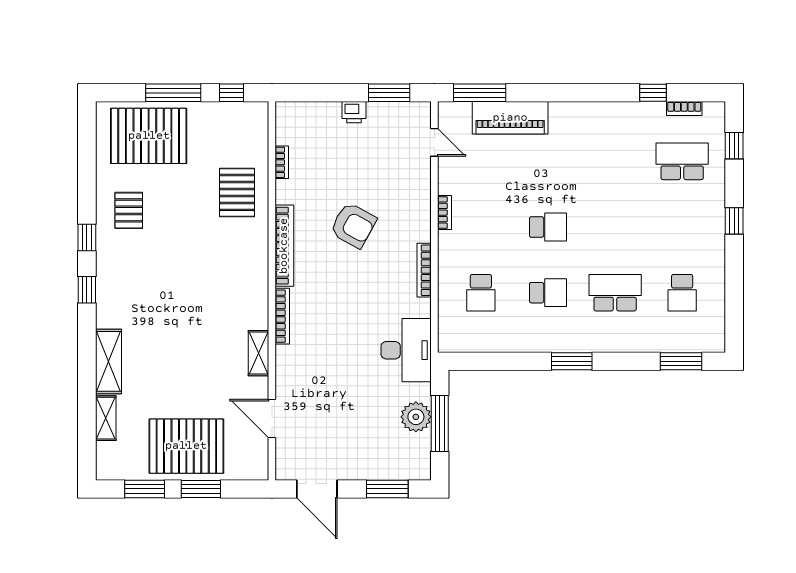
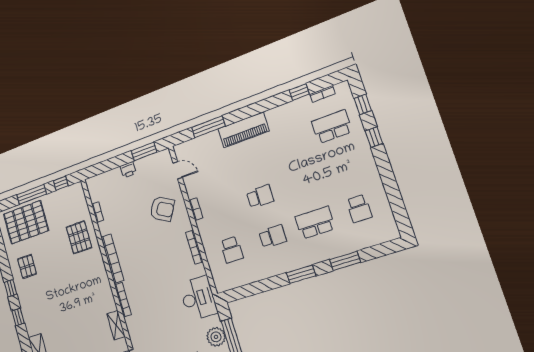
window: (480, 93) -> (208, 127), moved
piano: (510, 118) -> (243, 130), moved
window: (734, 221) -> (374, 137), moved
armchair: (353, 225) -> (162, 209), moved
window: (681, 361) -> (345, 261), moved

